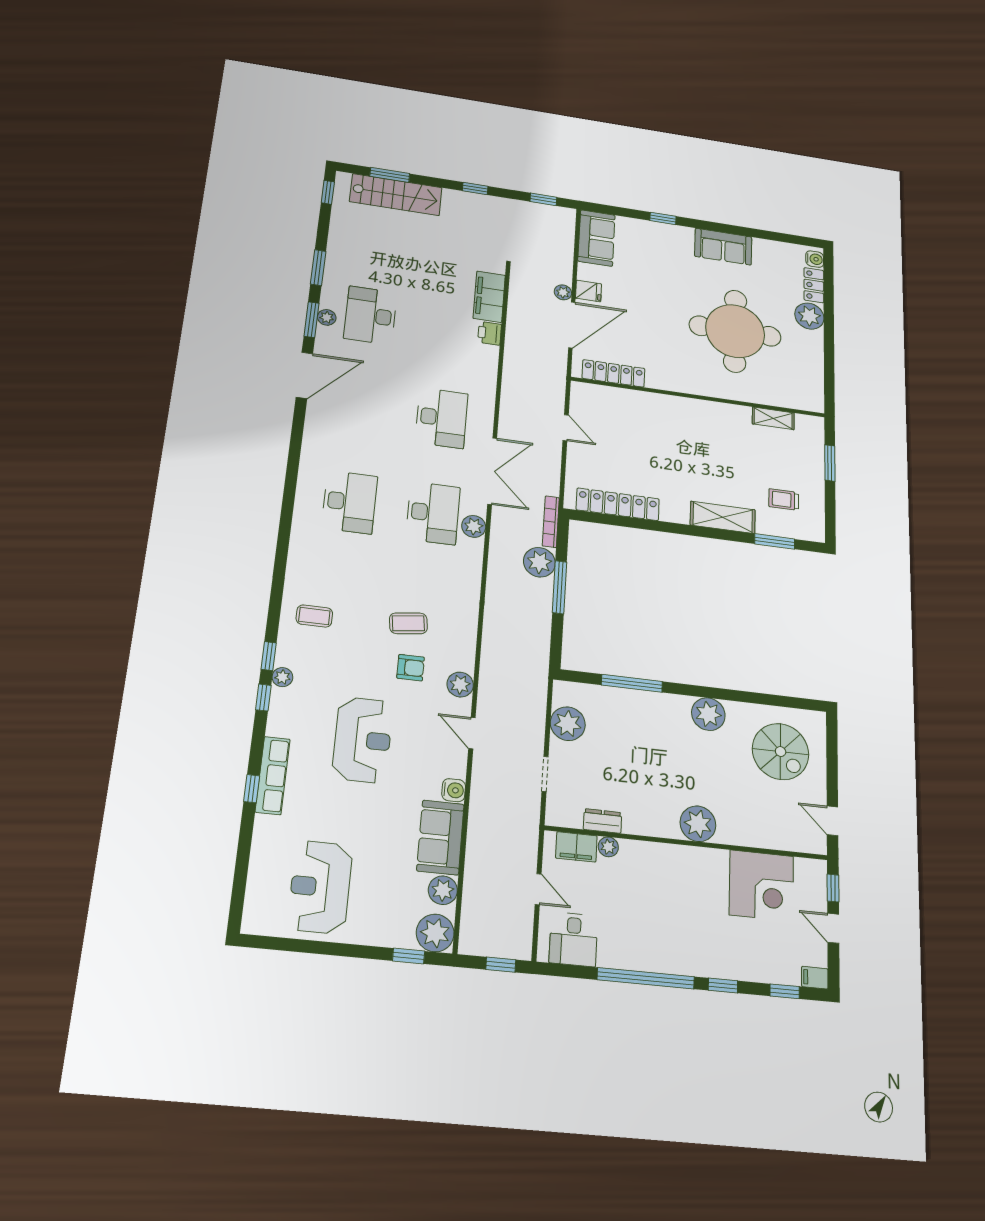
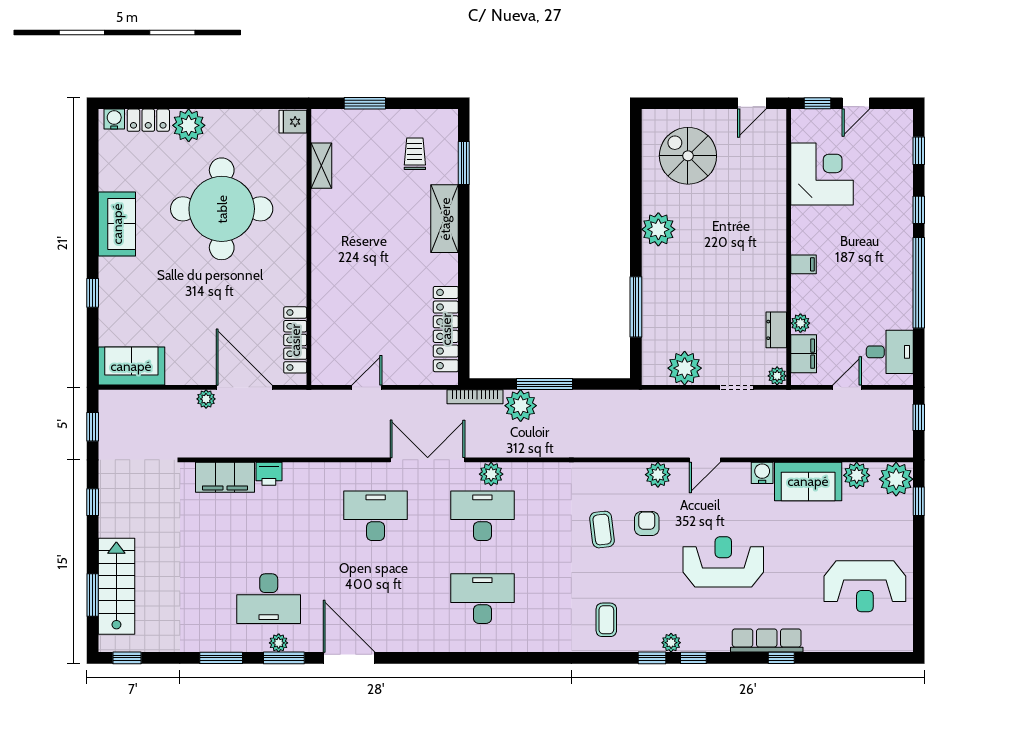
fridge: (589, 291) -> (293, 122), moved, turned -90
trolley: (784, 500) -> (415, 154), turned 180
spiral stairs: (781, 752) -> (688, 156), turned -90
plant: (698, 824) -> (777, 376), moved, width x0.53, depth x0.53
filing cabinet: (815, 978) -> (804, 264), moved, turned -90

